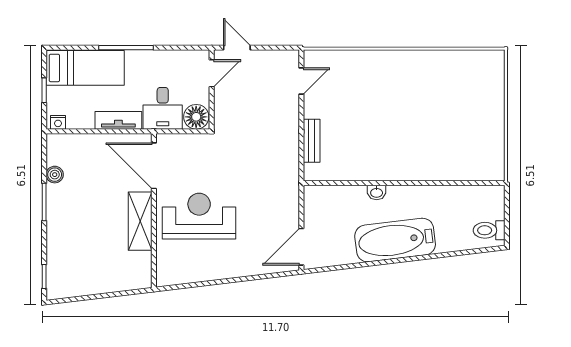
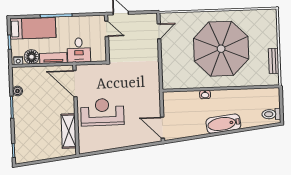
door: (212, 73) -> (107, 29), hinge flipped
parasol: (407, 115) -> (221, 49), added
floor lamp: (196, 117) -> (31, 57), moved
bench: (312, 141) -> (274, 61), moved
shelving: (140, 221) -> (69, 131), moved
bathtub: (395, 240) -> (223, 124), width x0.73, depth x0.73
door: (301, 247) -> (163, 128), hinge flipped

